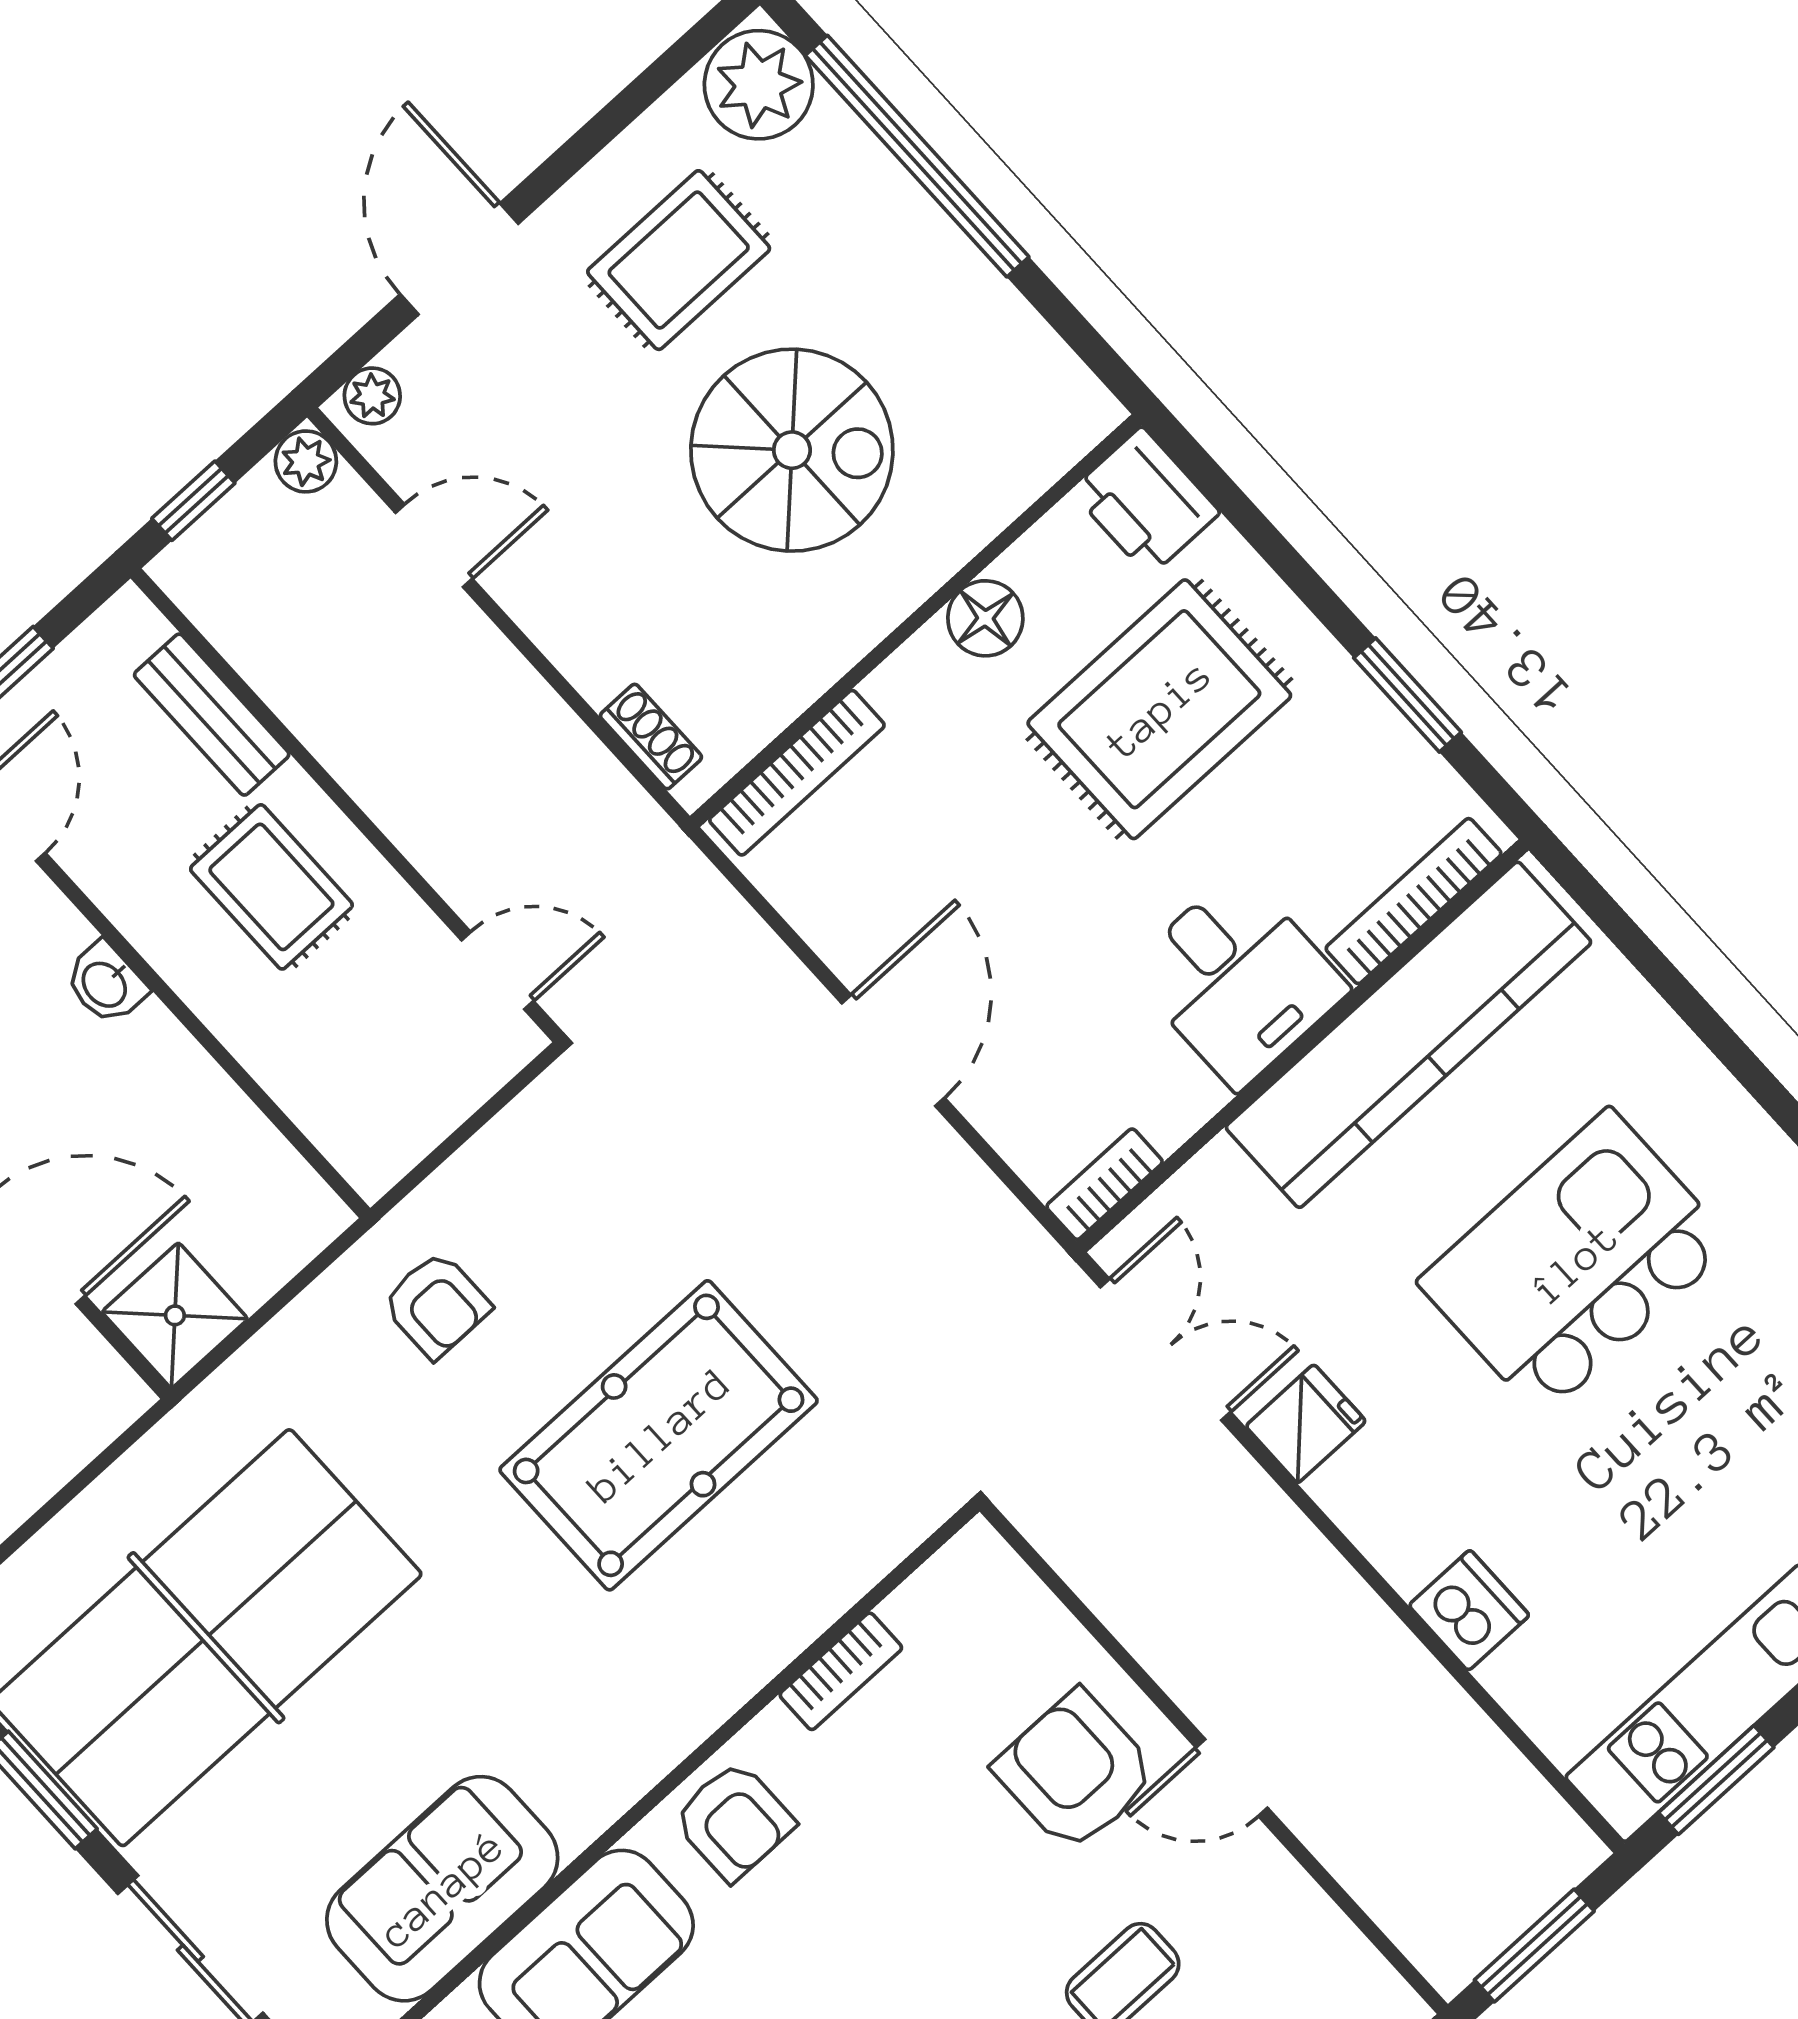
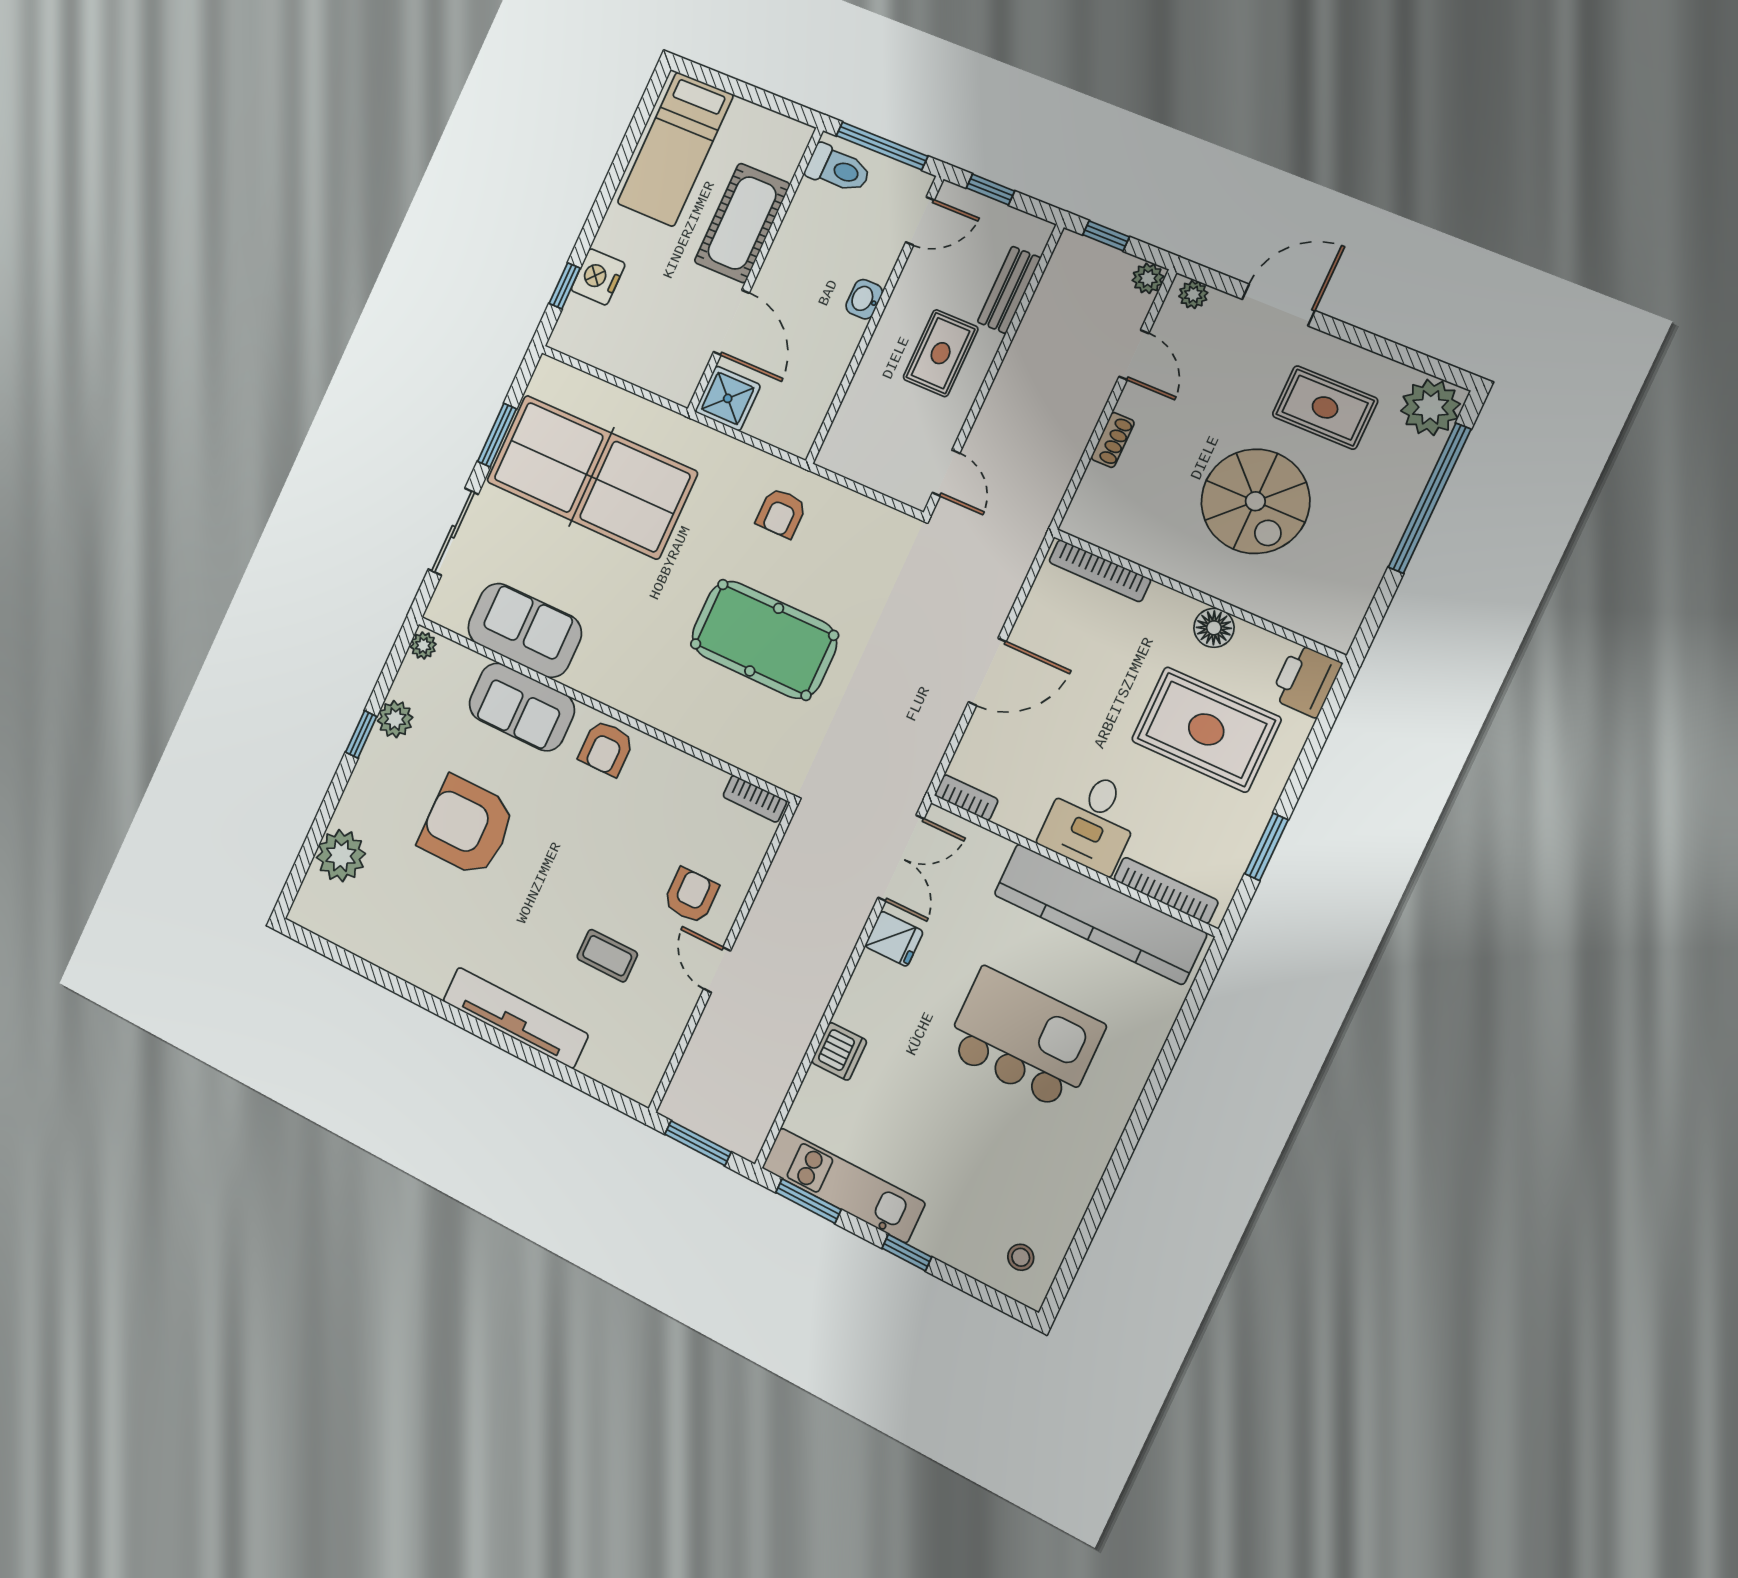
shoe rack: (651, 737) -> (1113, 440), moved
bookcase: (841, 1671) -> (755, 799), moved
armchair: (1076, 1771) -> (691, 896), width x0.72, depth x0.72

